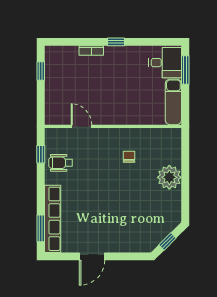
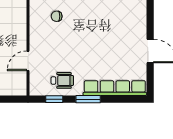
wheelchair: (61, 163) -> (62, 80), turned -90
window: (41, 228) -> (88, 99), moved

